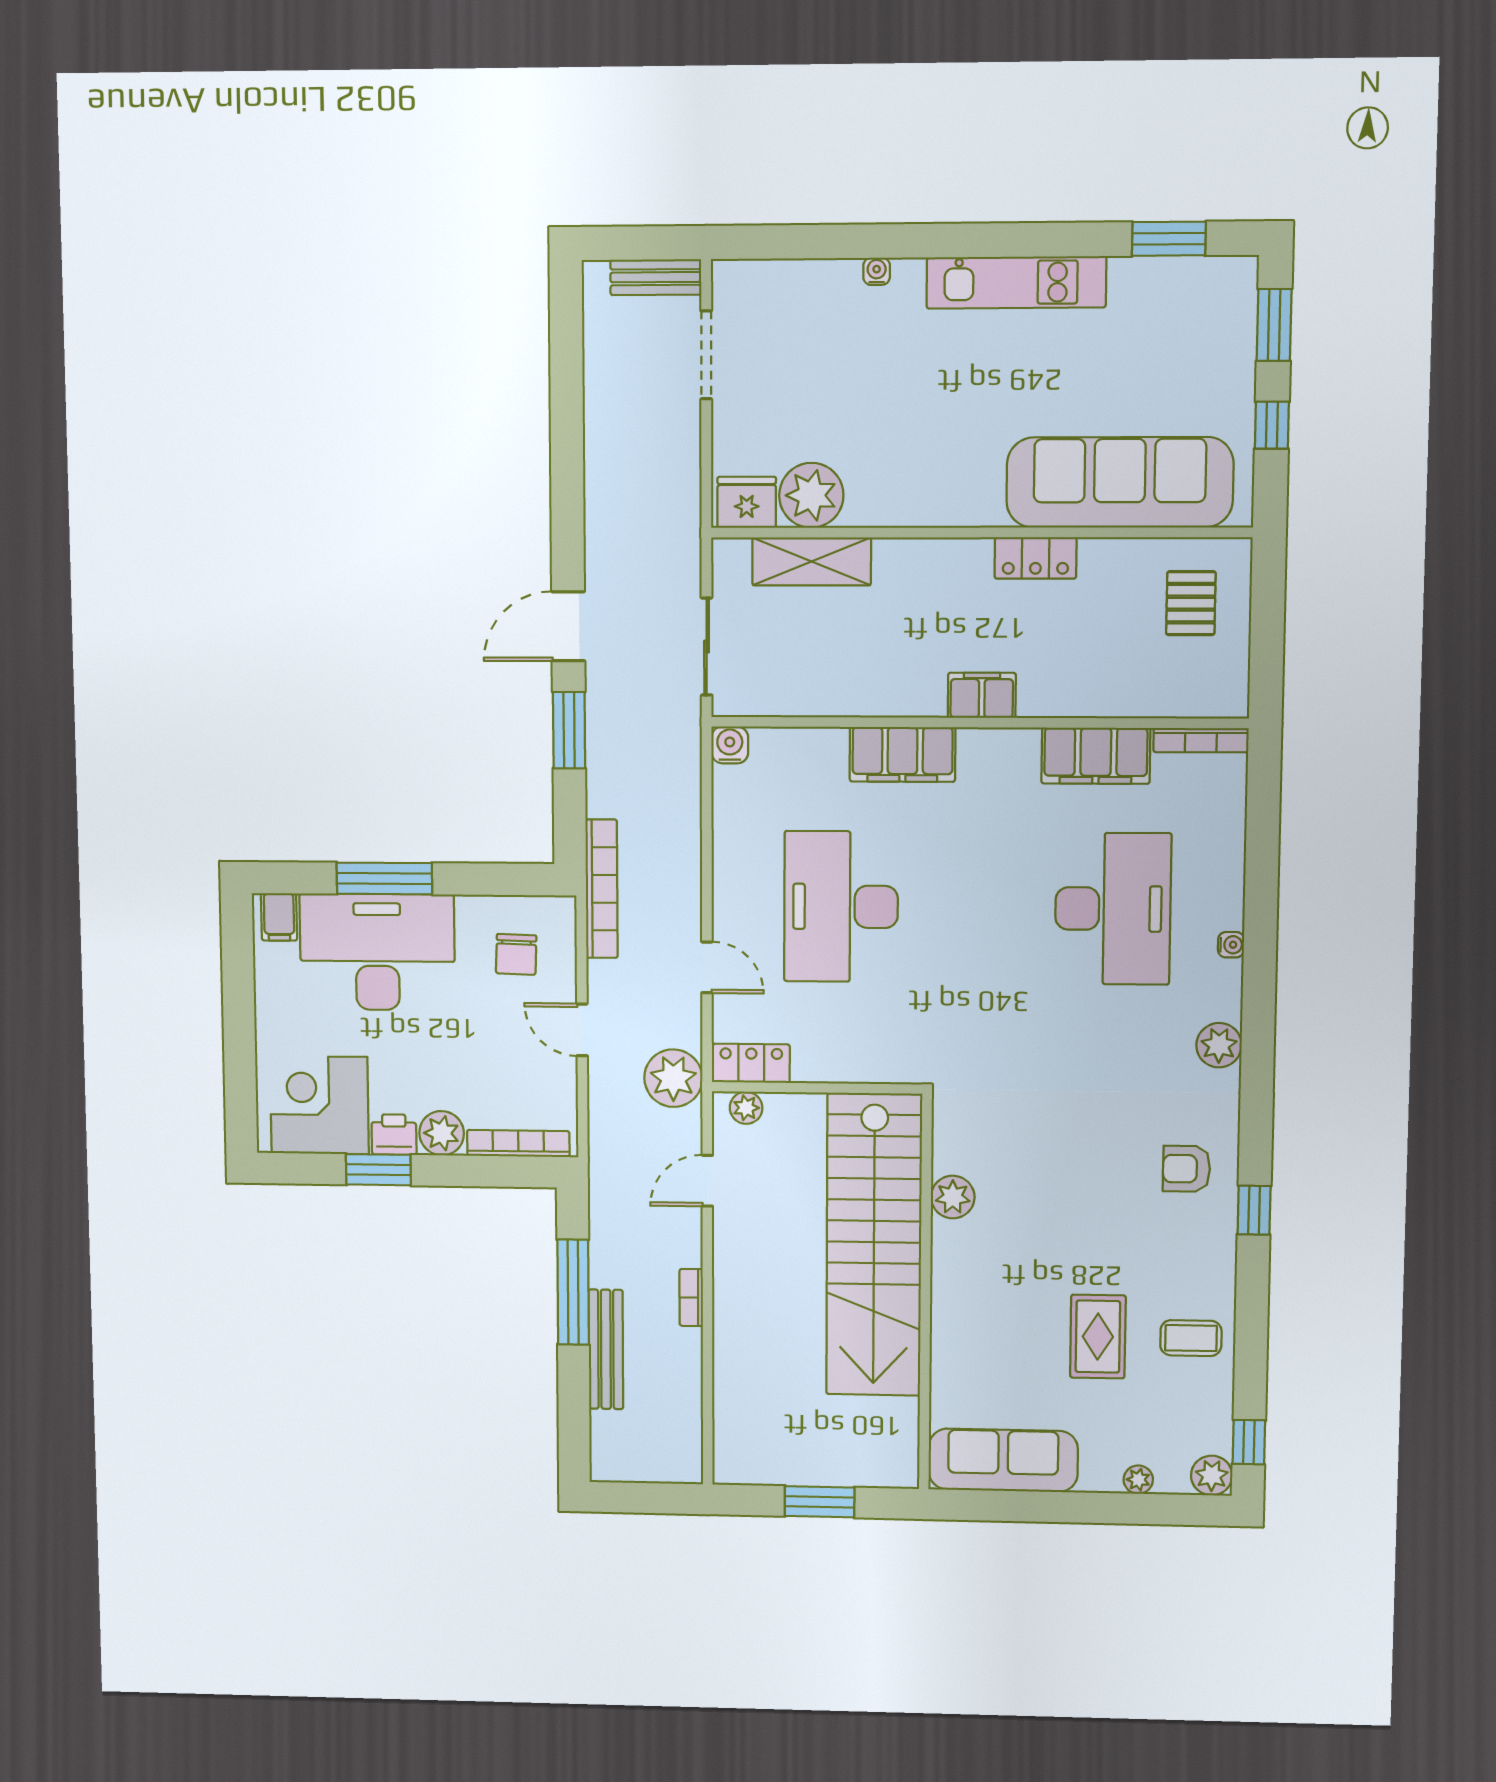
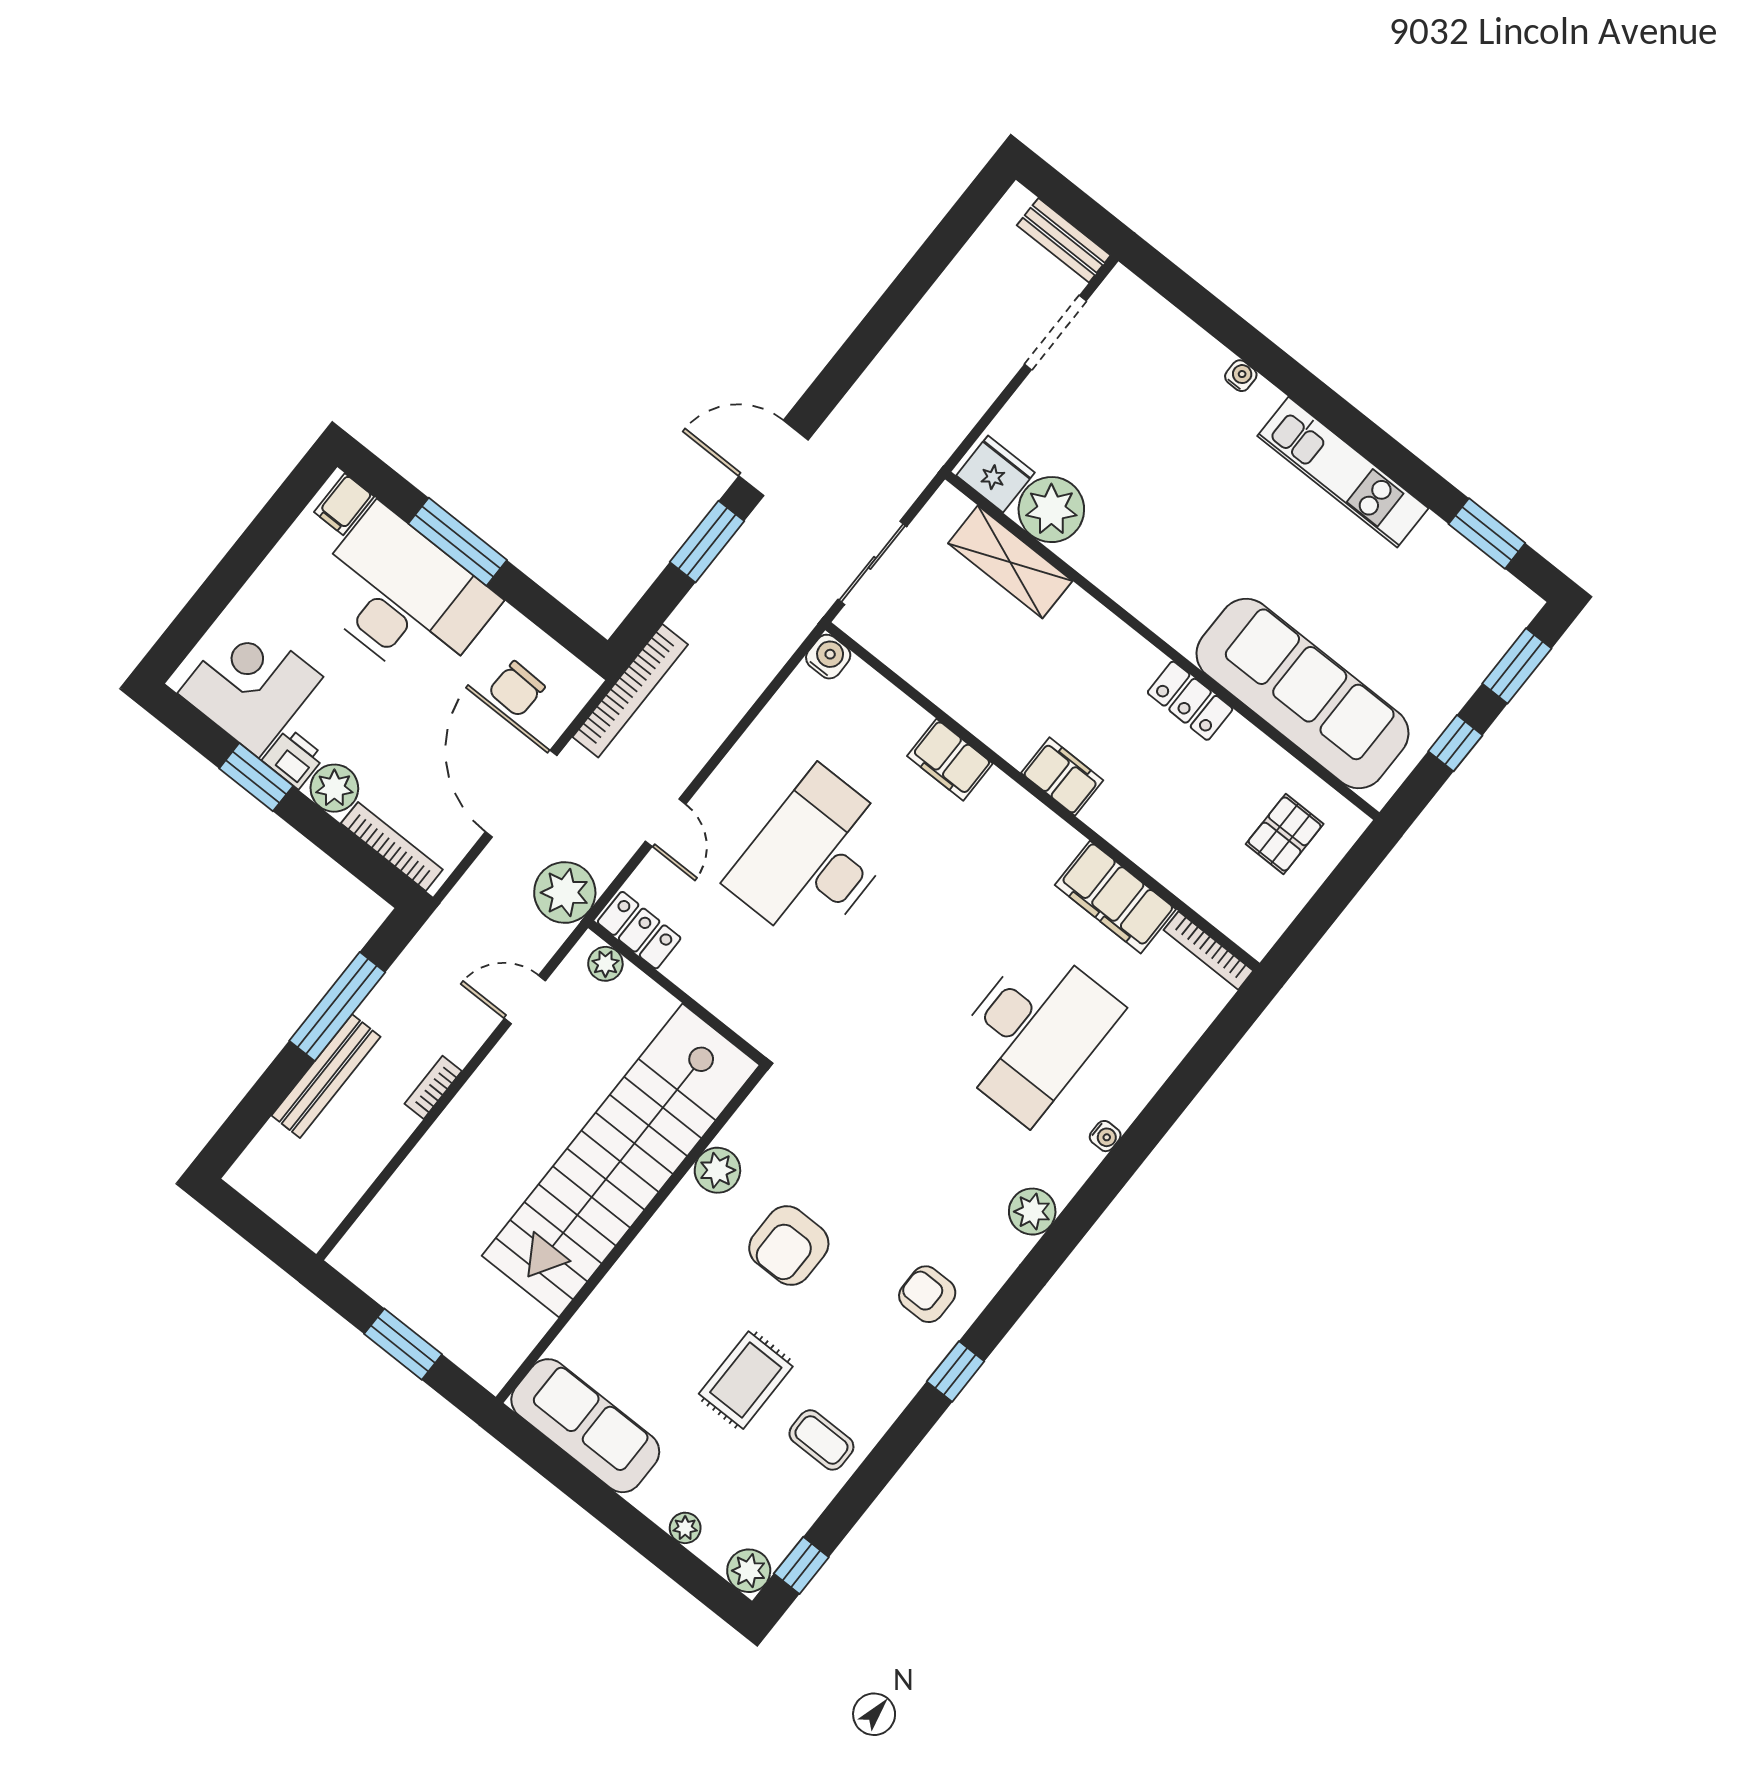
filing cabinet: (902, 754) -> (950, 760), width x0.67, depth x0.86
door: (582, 1030) -> (521, 794), width x1.87
armchair: (1051, 1212) -> (789, 1246), added

